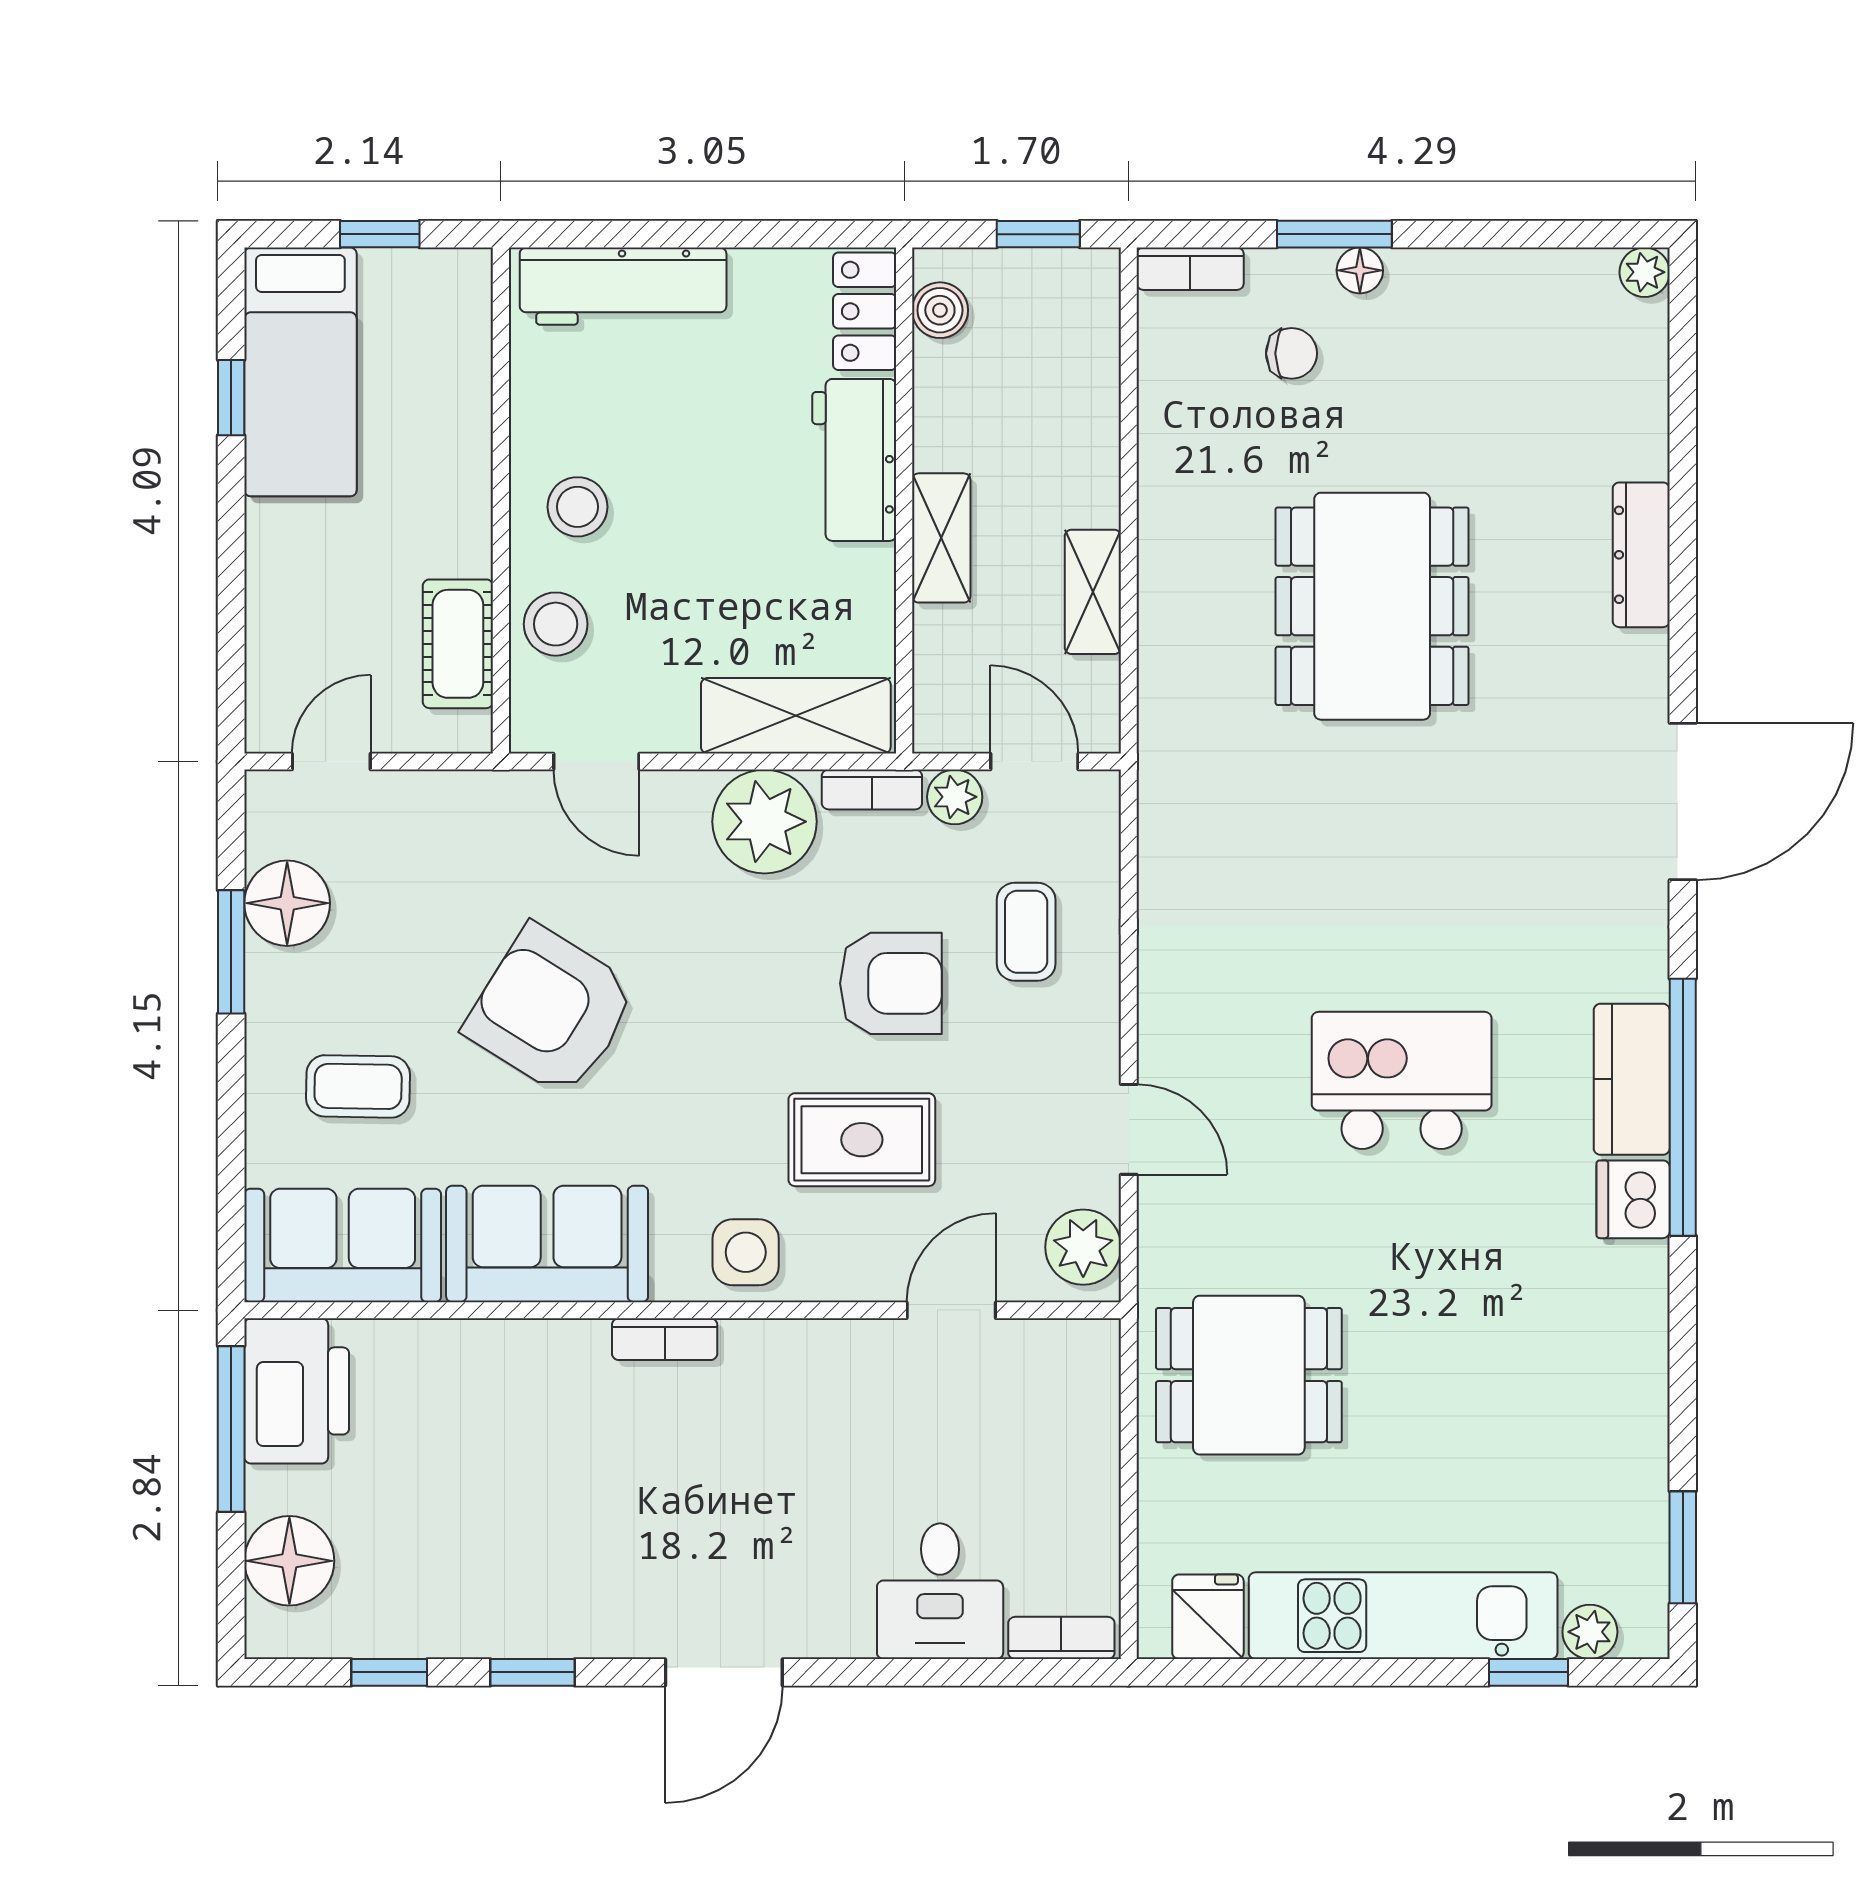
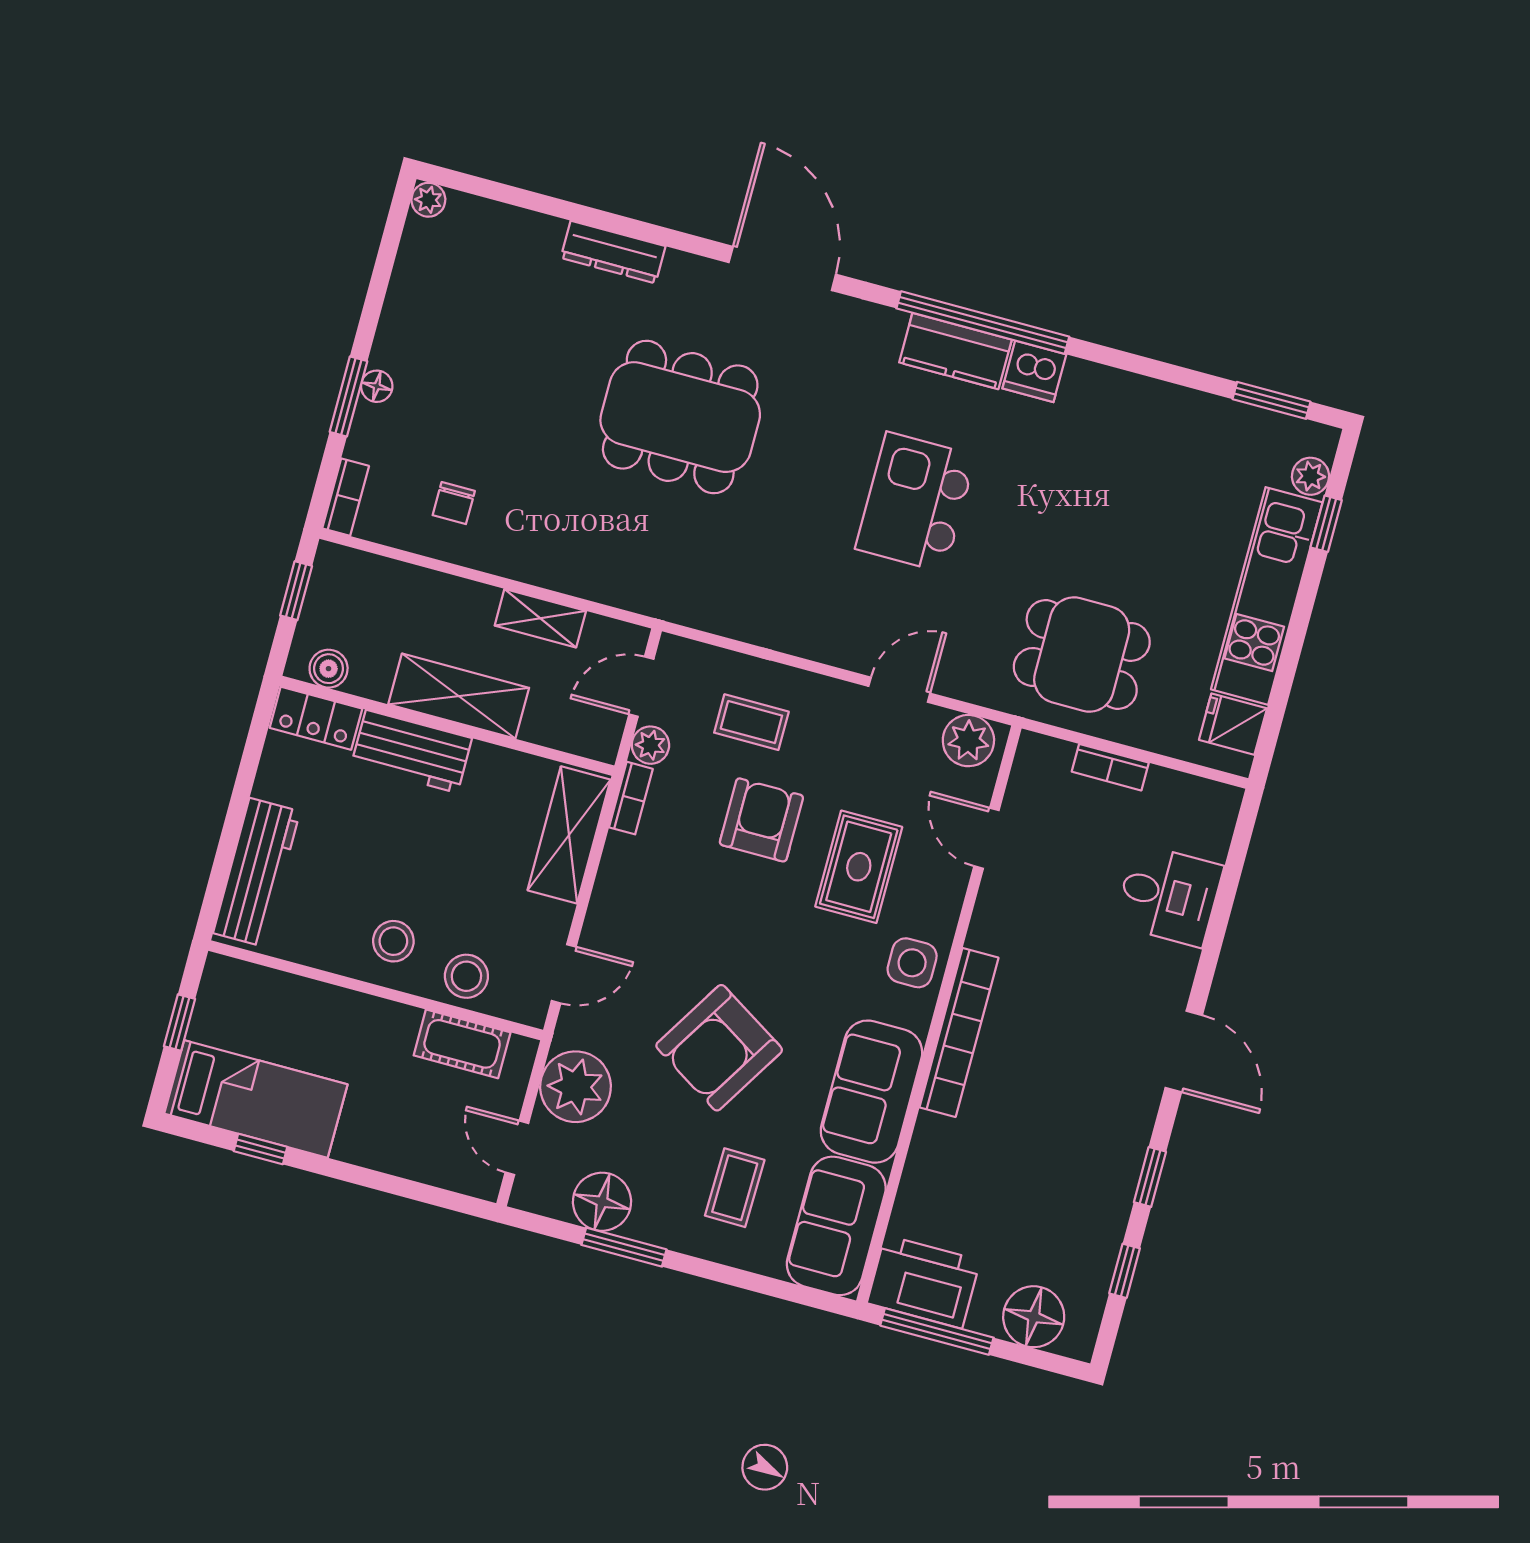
chair: (1292, 353) -> (454, 503), moved, turned 180
shelving: (941, 538) -> (459, 696), width x1.50, depth x1.33
dining table: (1372, 606) -> (680, 417), moved
plant: (765, 822) -> (576, 1087), moved
bookcase: (665, 1339) -> (959, 1032), width x2.31, depth x1.31
dining table: (1249, 1375) -> (1082, 654), turned 90
bookcase: (1061, 1638) -> (1110, 767), moved, turned -90

